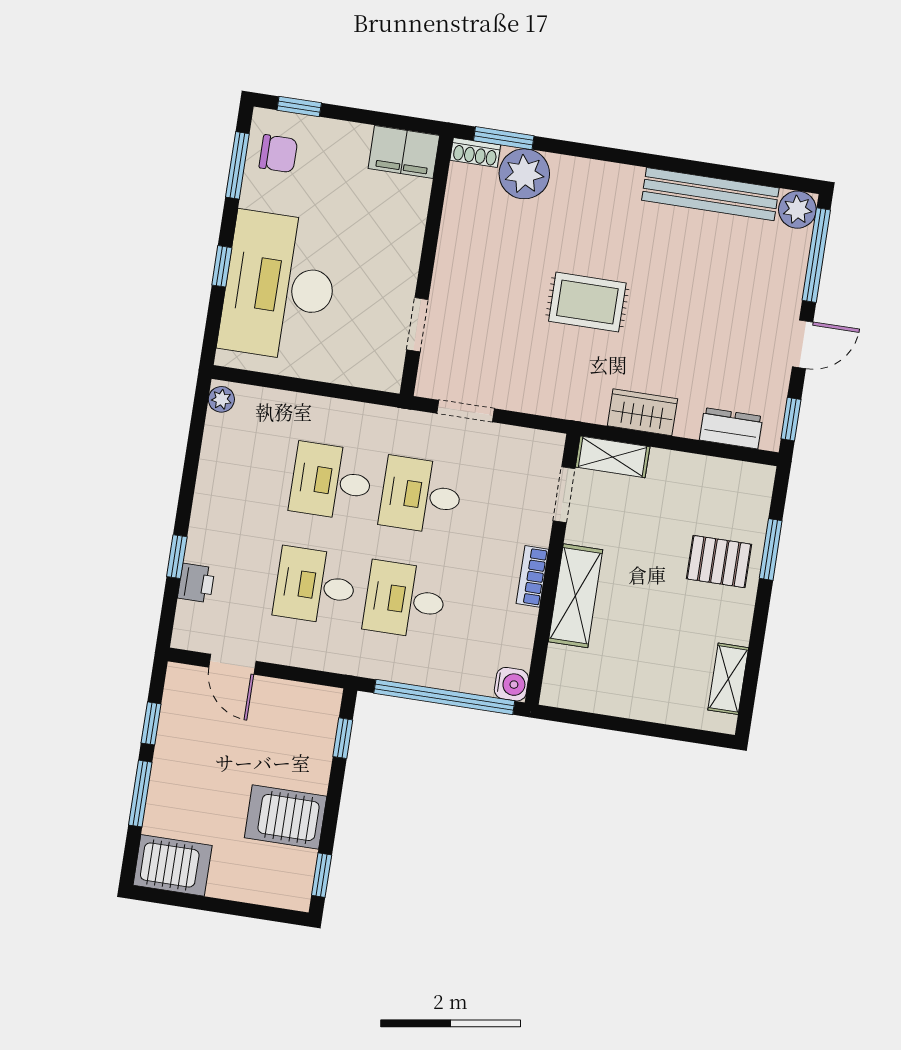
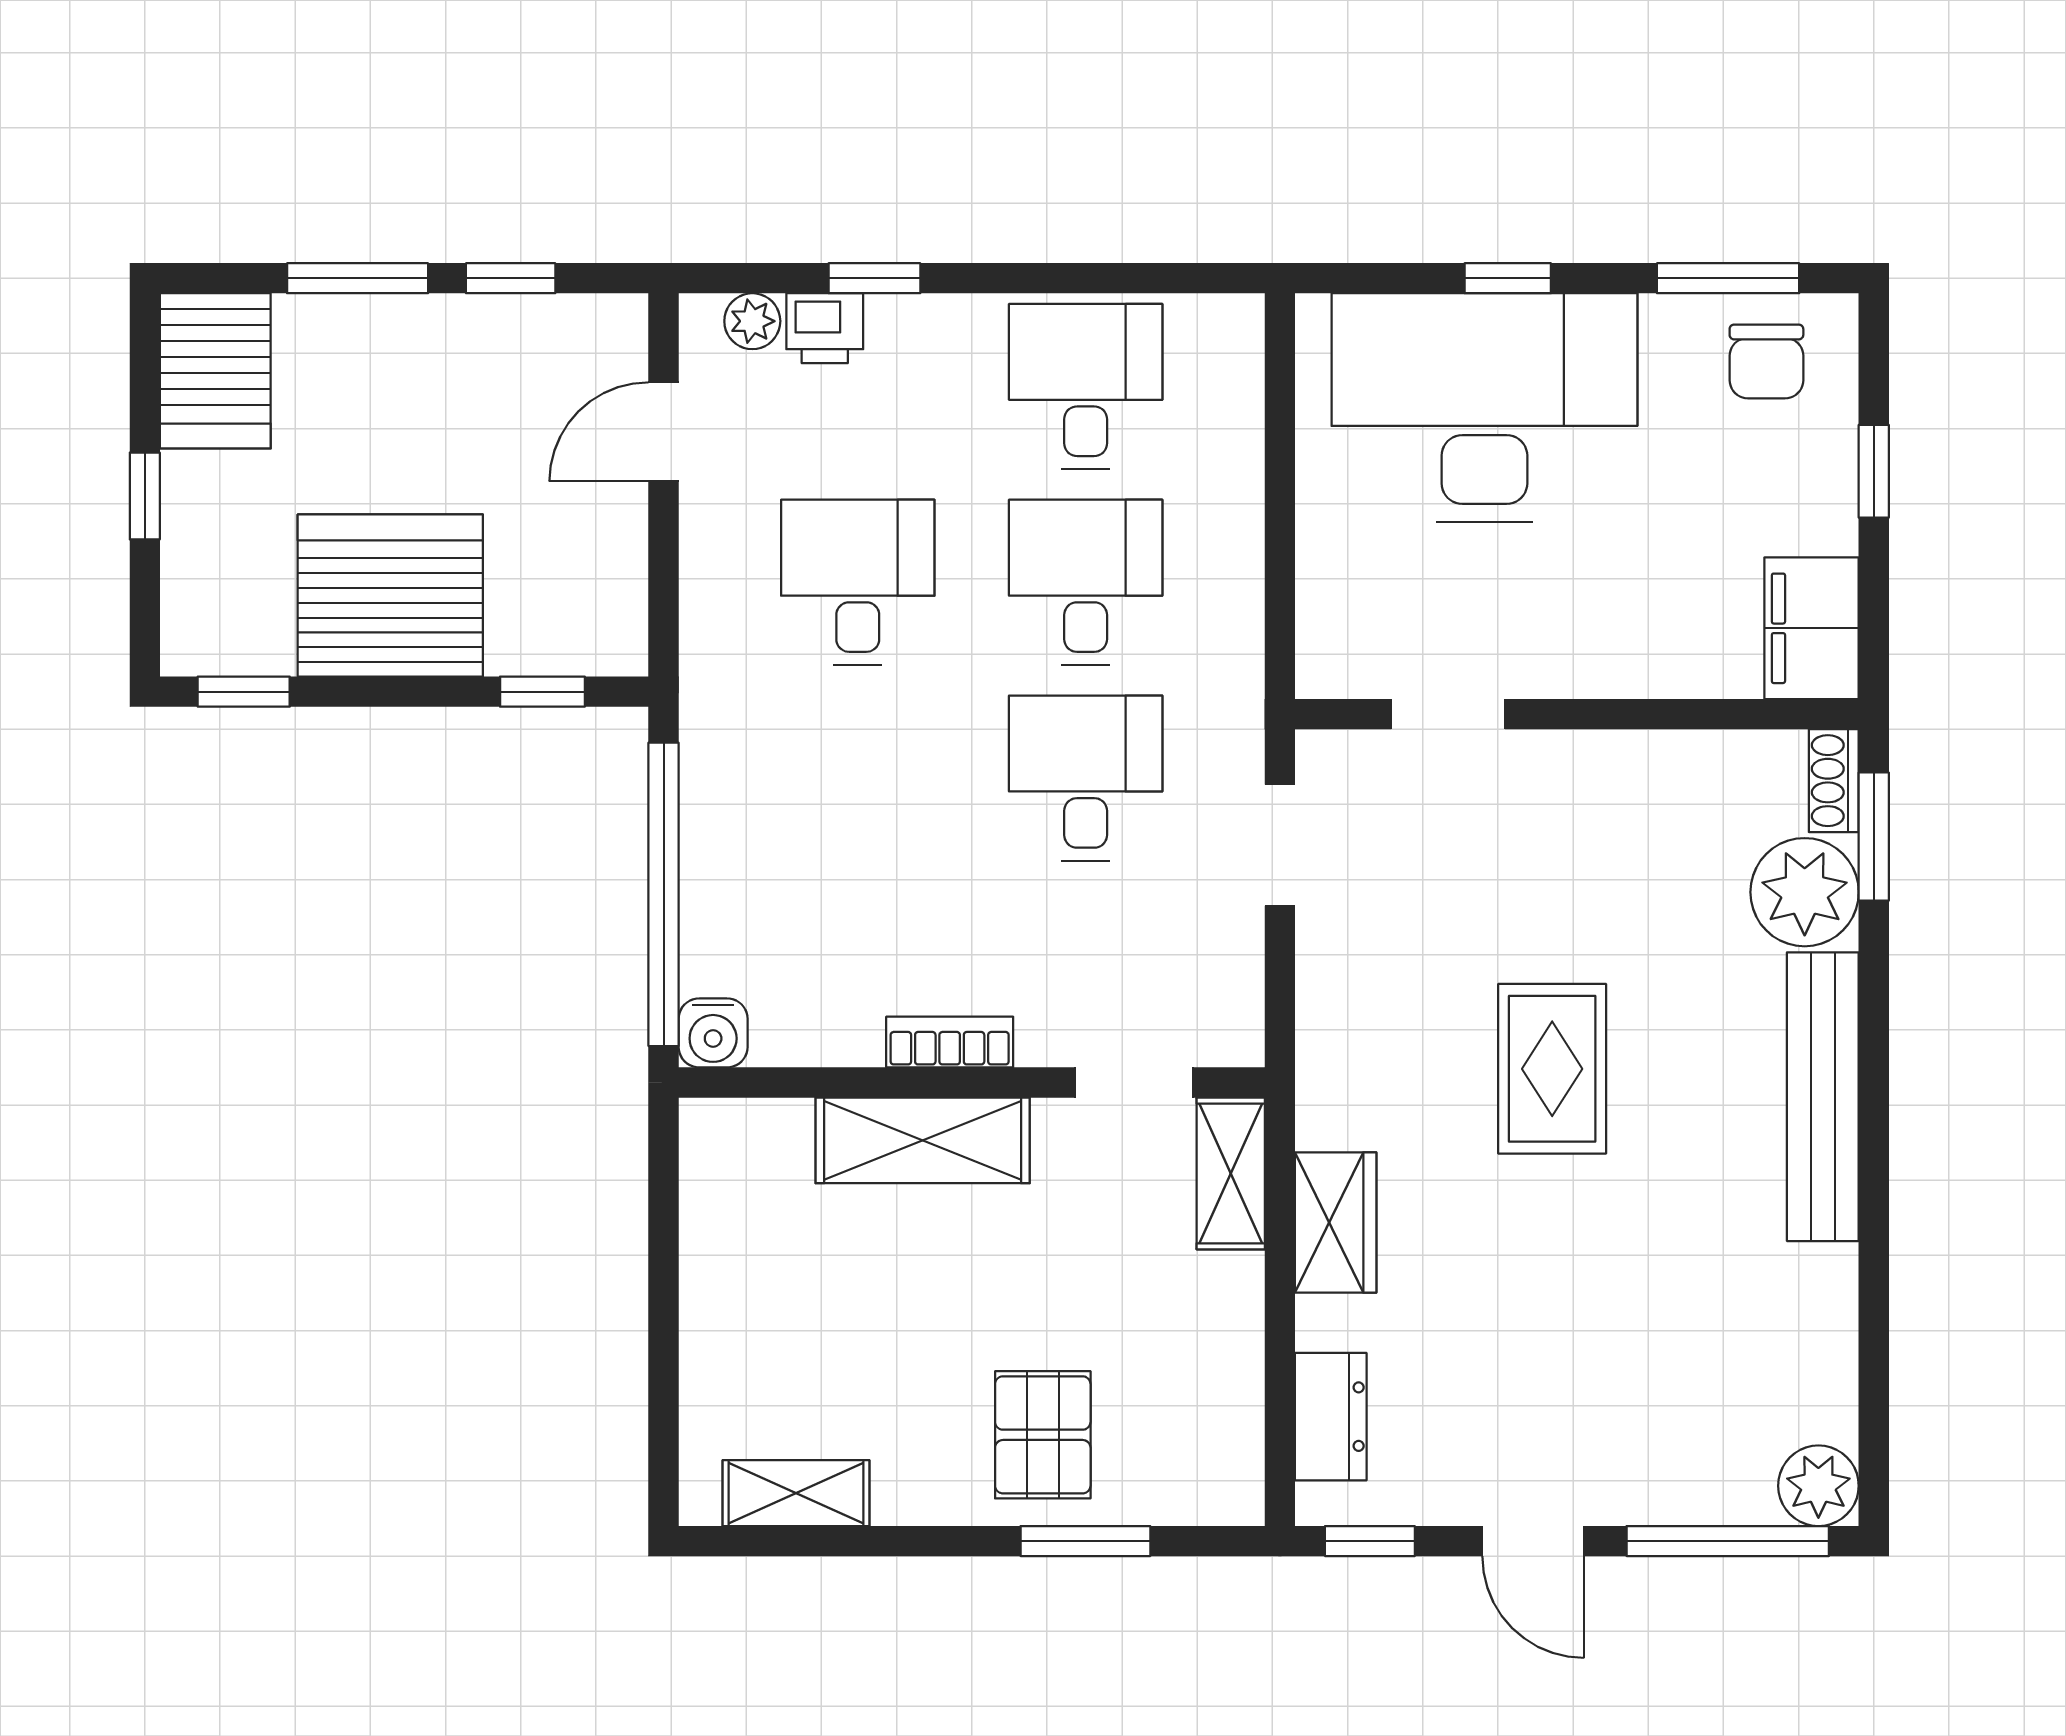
window: (299, 107) -> (1874, 471), moved
bench: (710, 194) -> (1823, 1097), moved
plant: (221, 399) -> (752, 321), moved
desk: (405, 600) -> (1086, 387), moved
server rack: (286, 817) -> (390, 596), width x1.60
window: (225, 907) -> (145, 496), added

